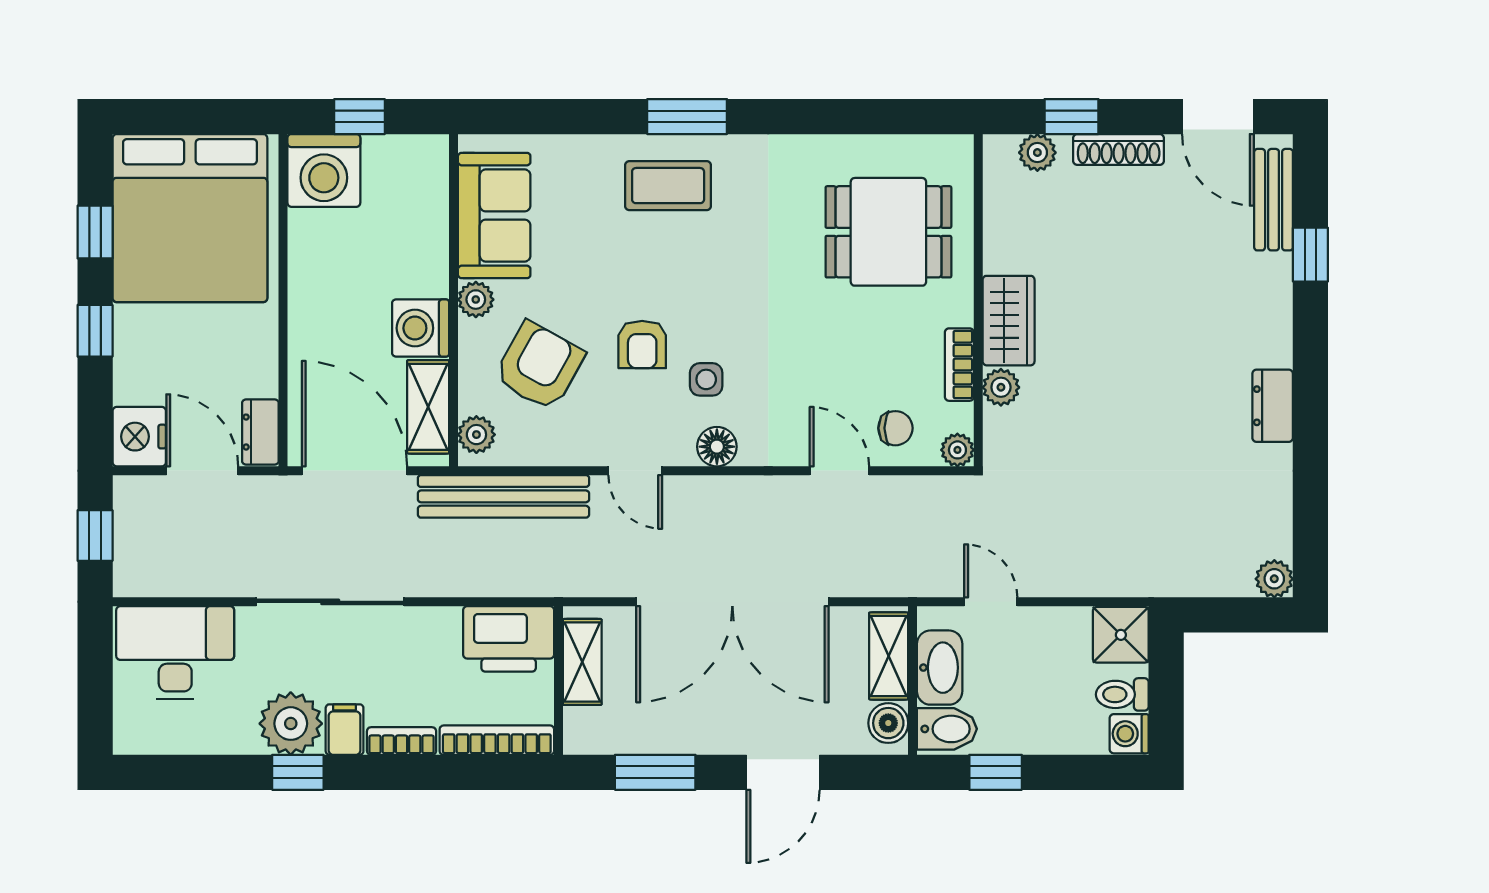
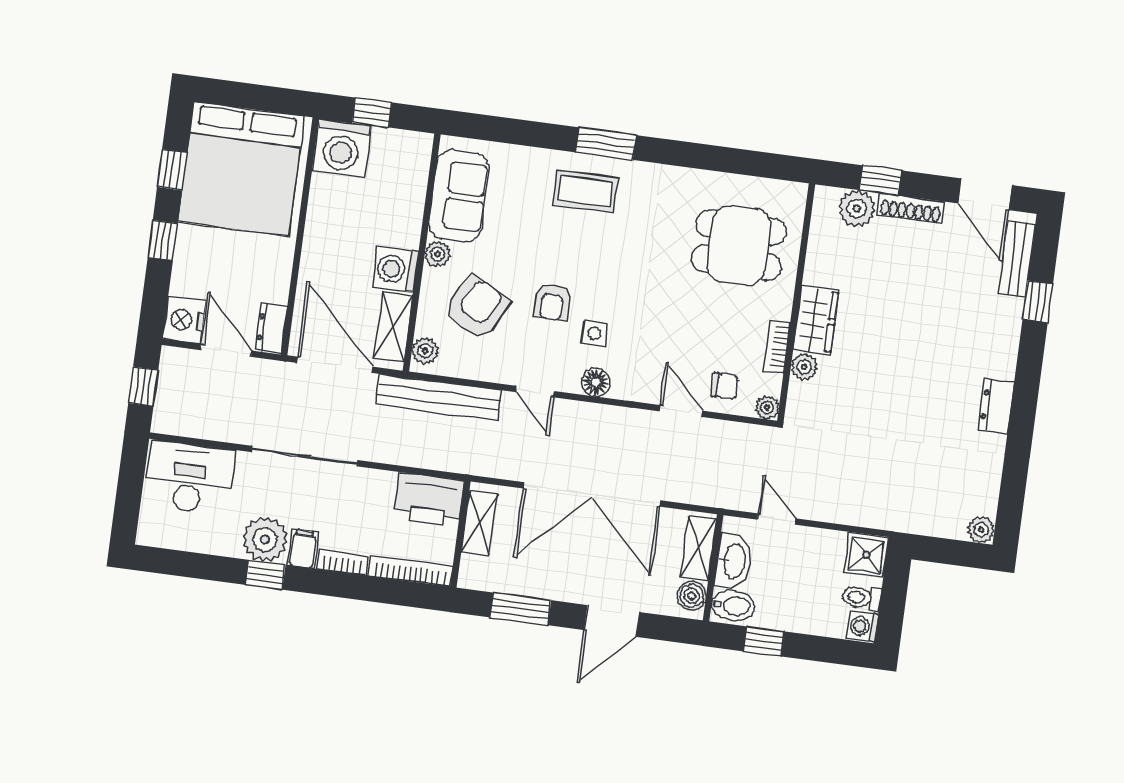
plant: (1037, 153) -> (857, 208), width x1.38, depth x1.38

